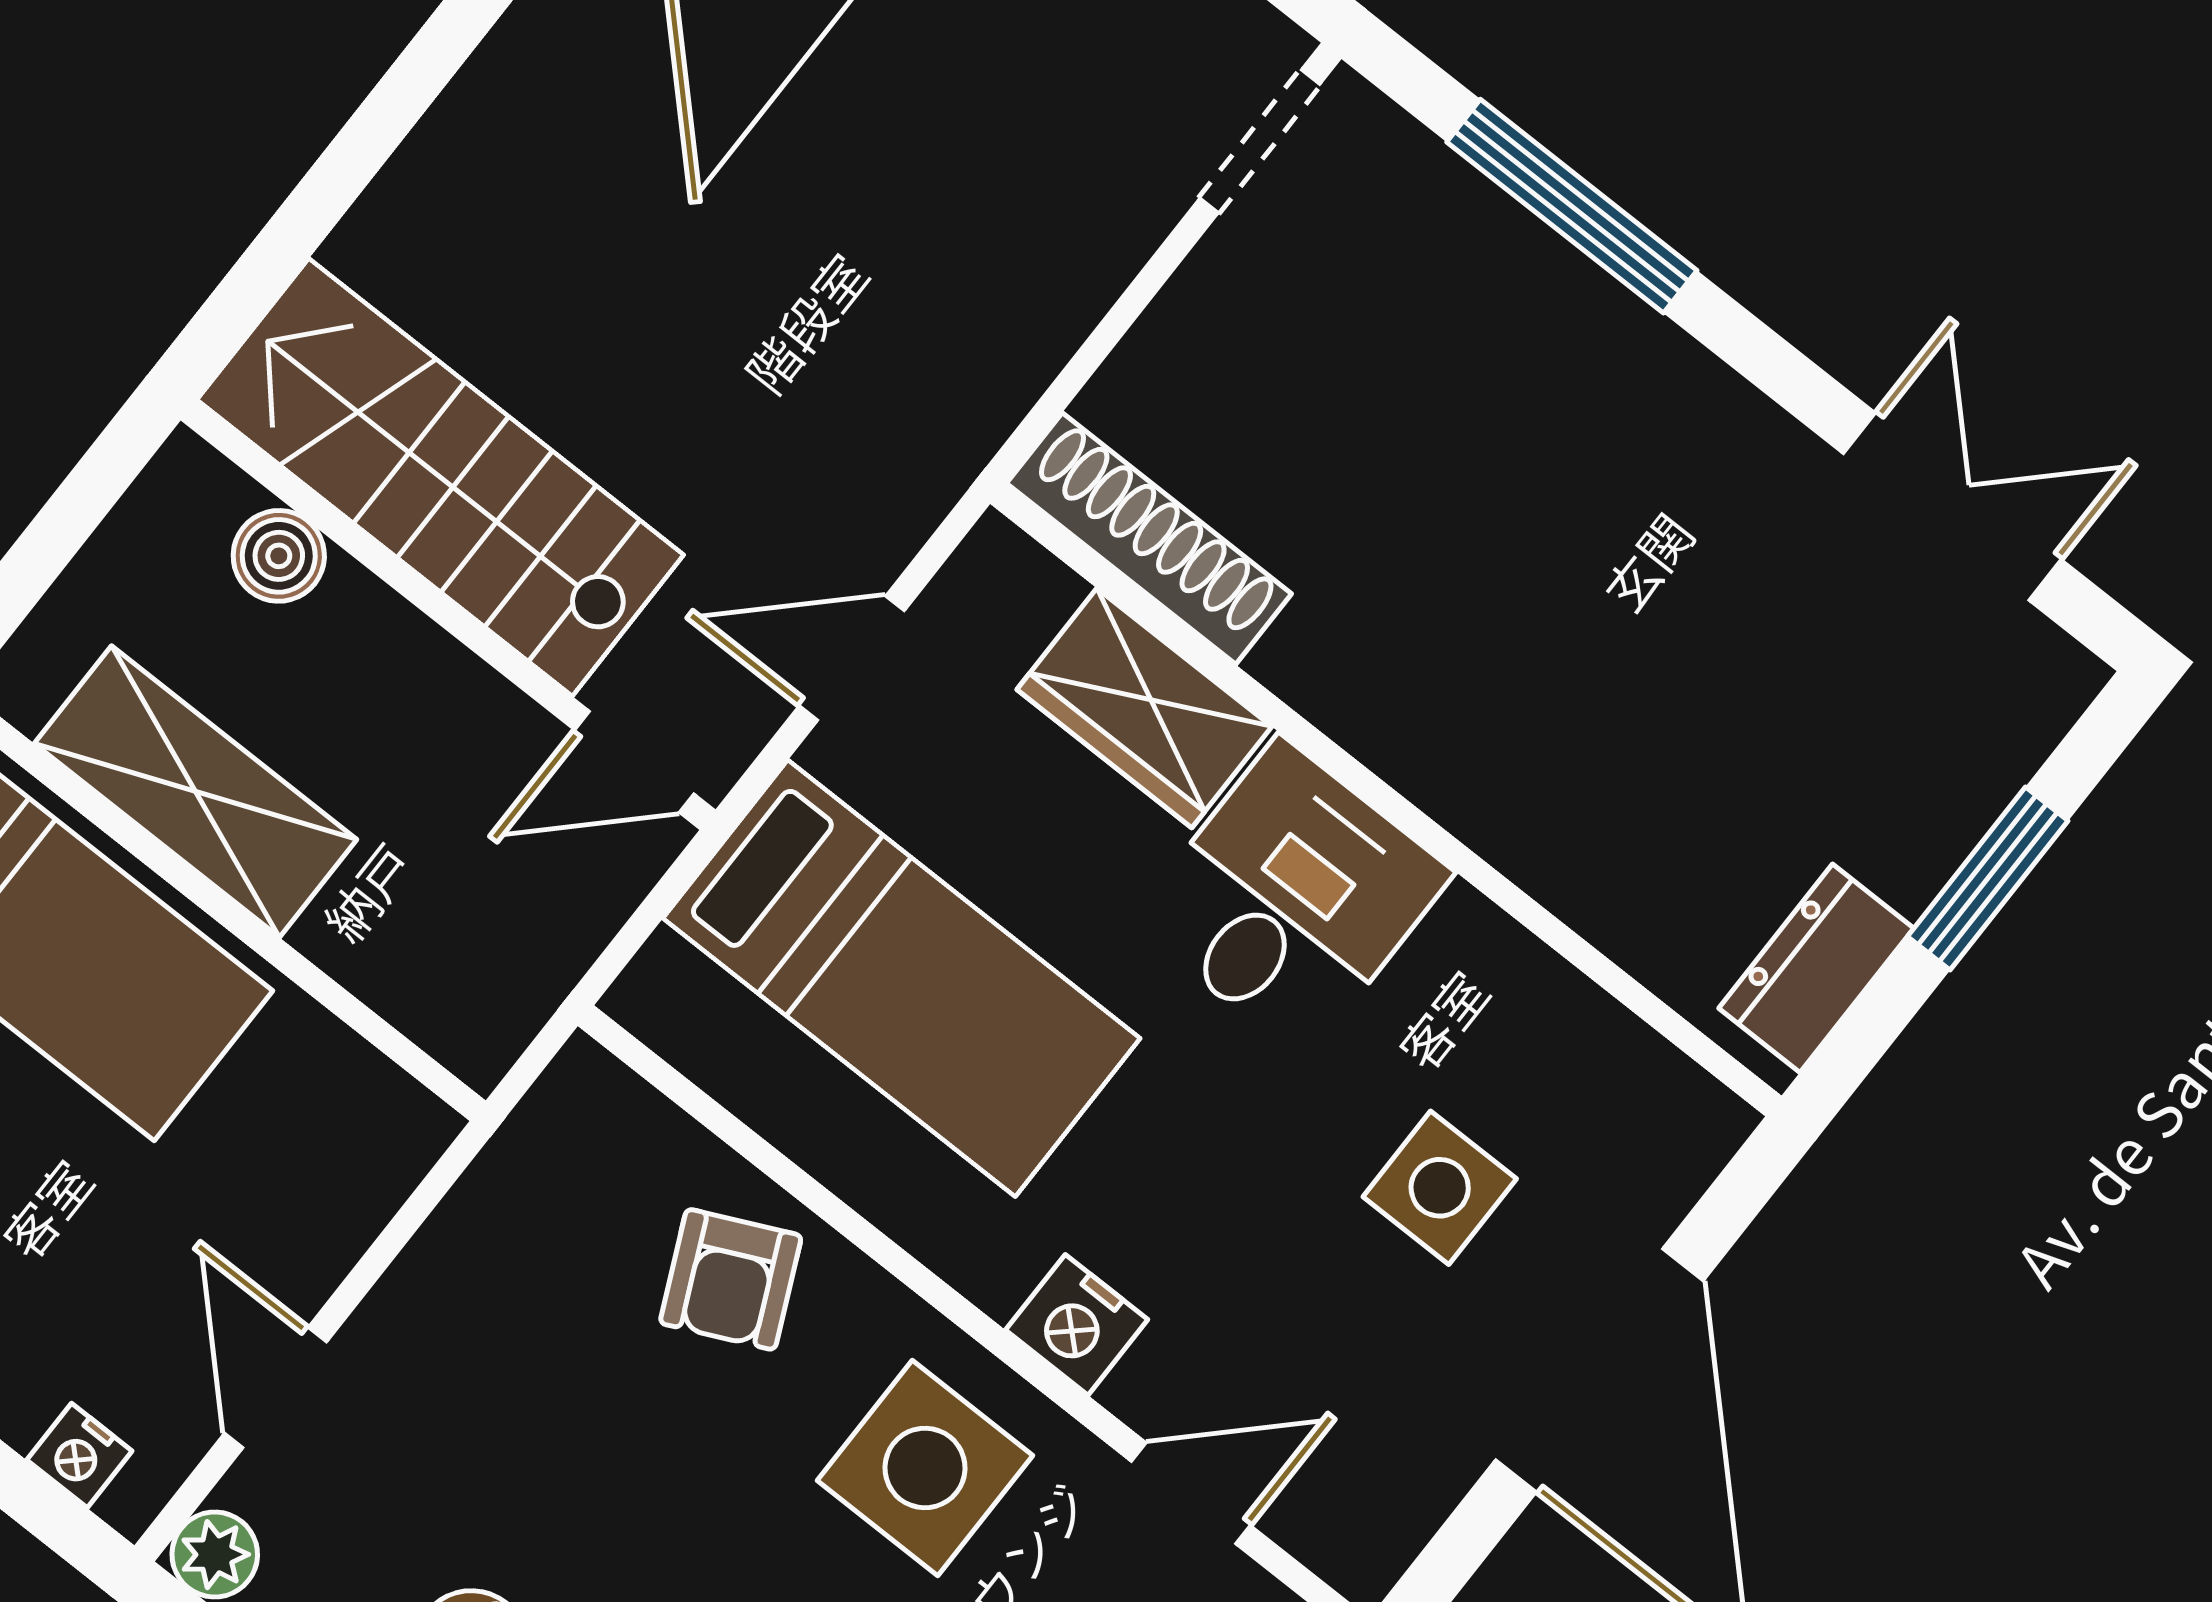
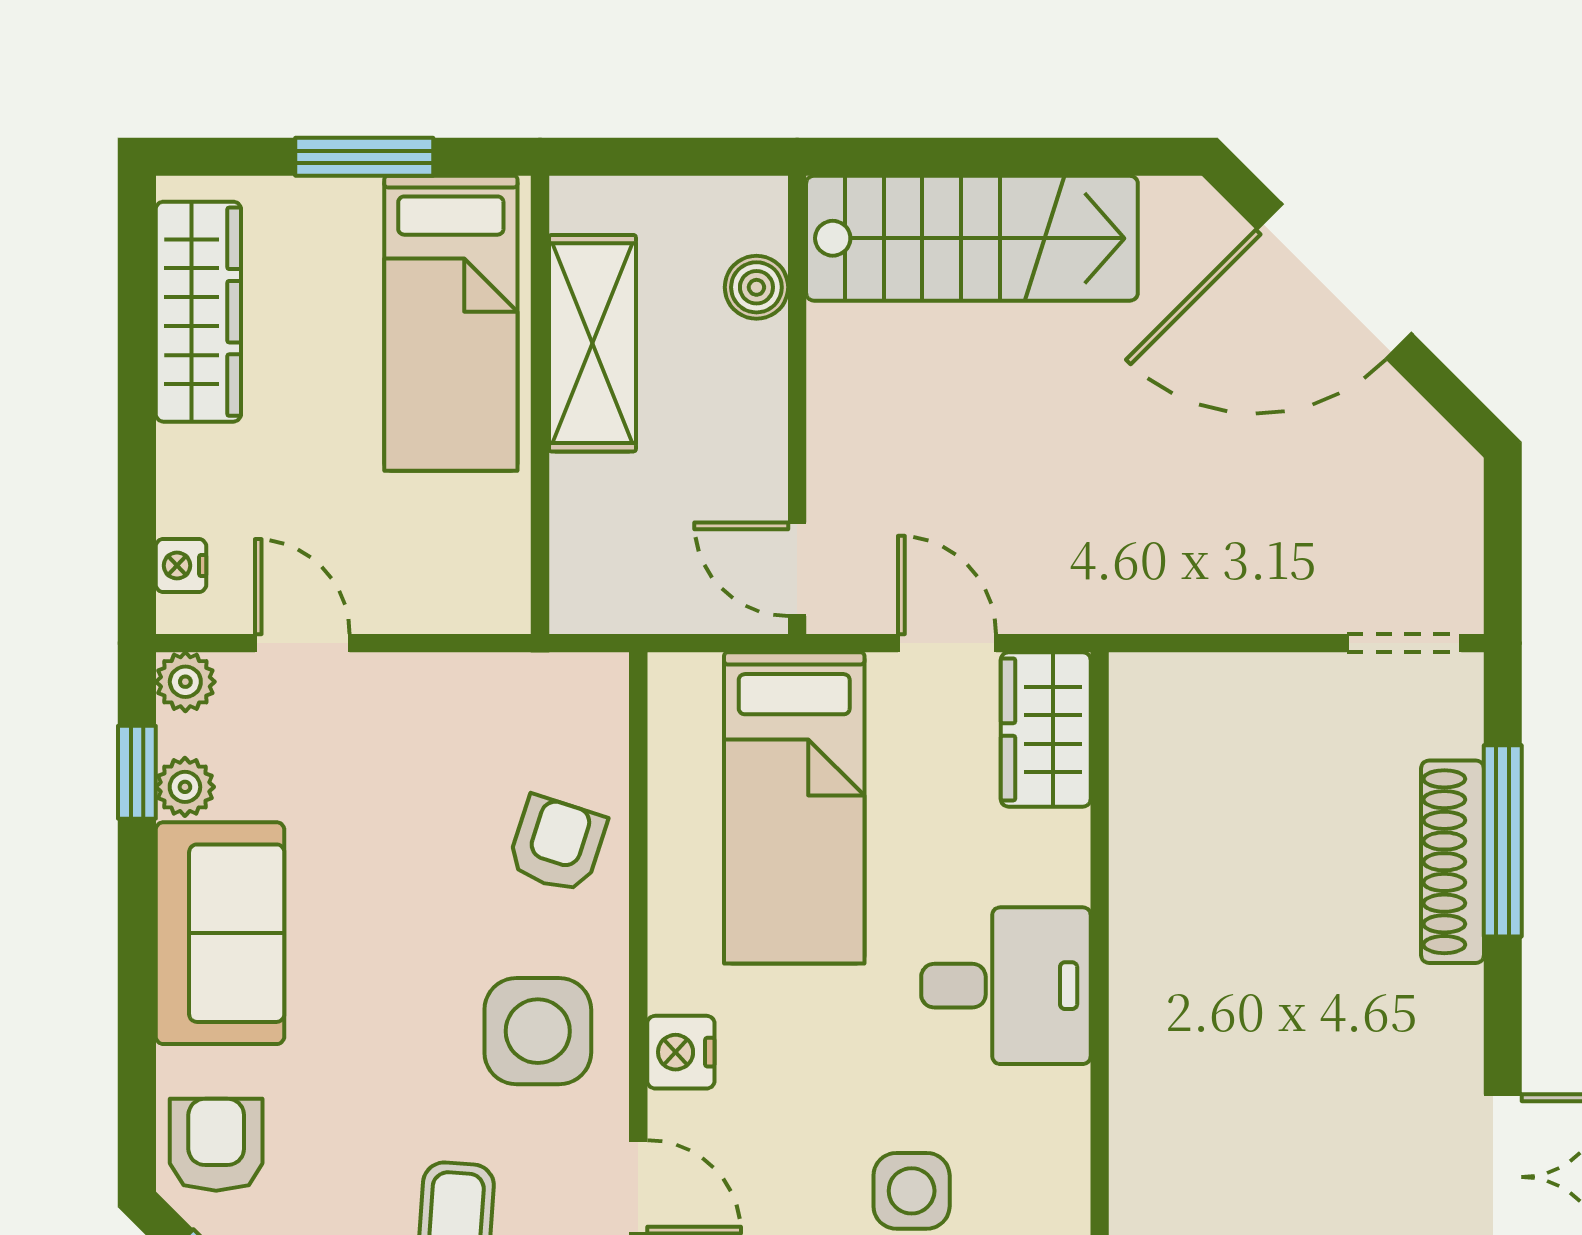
stairs: (440, 477) -> (972, 238), moved, turned 90
shoe rack: (1149, 539) -> (1453, 862), moved, turned 180
wardrobe: (1144, 708) -> (1046, 729), moved
armchair: (731, 1279) -> (557, 844), turned 133
door: (276, 1388) -> (302, 643), hinge flipped

